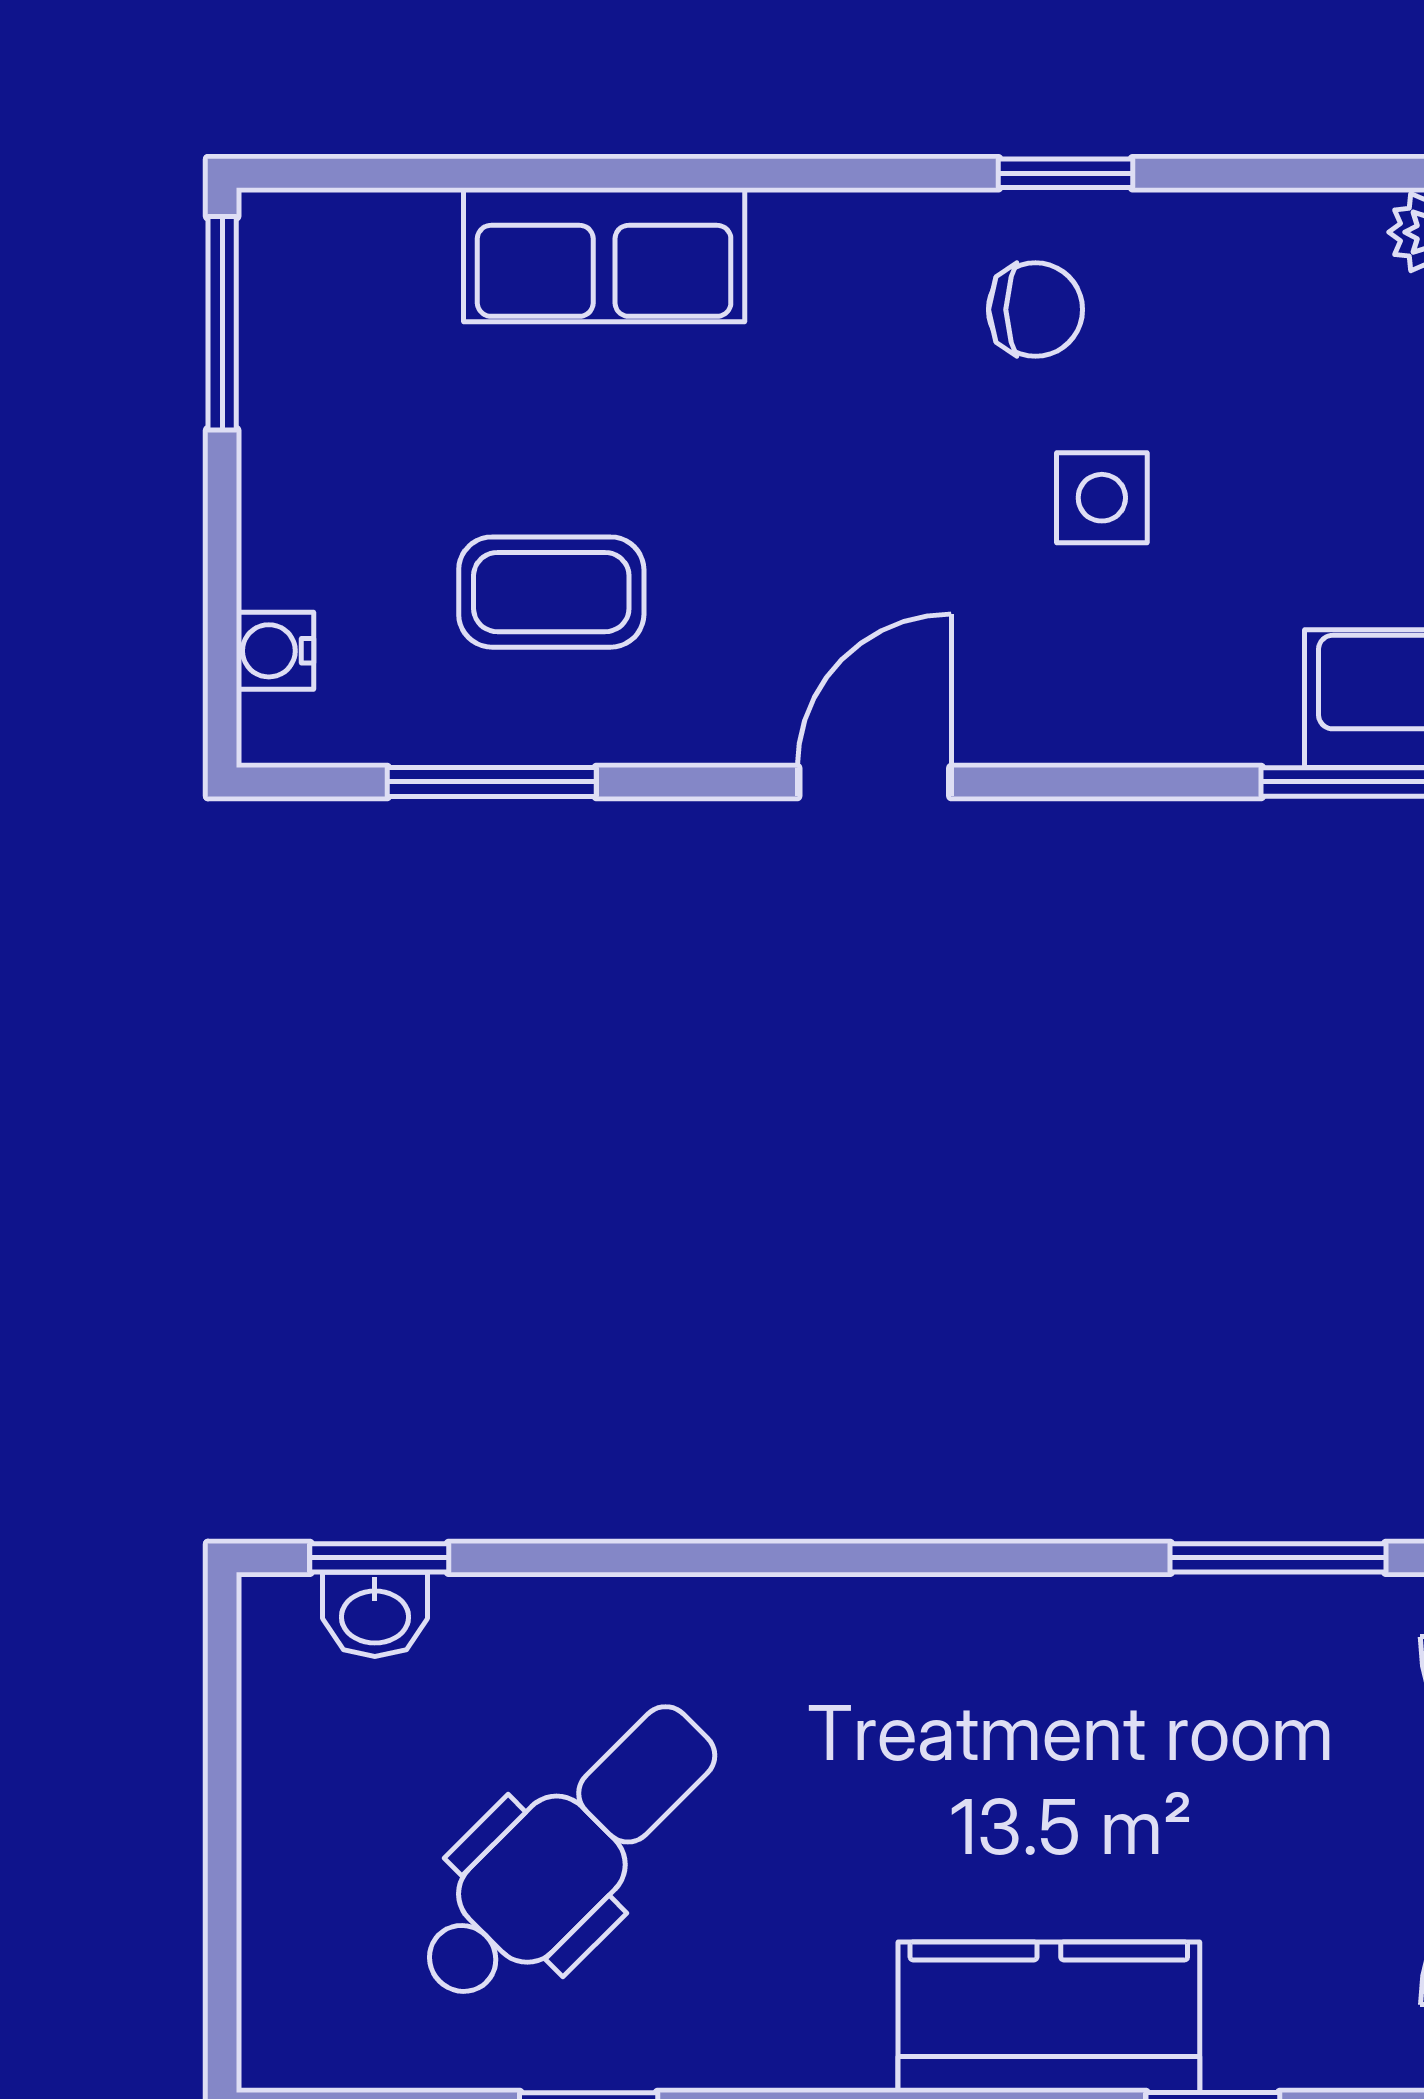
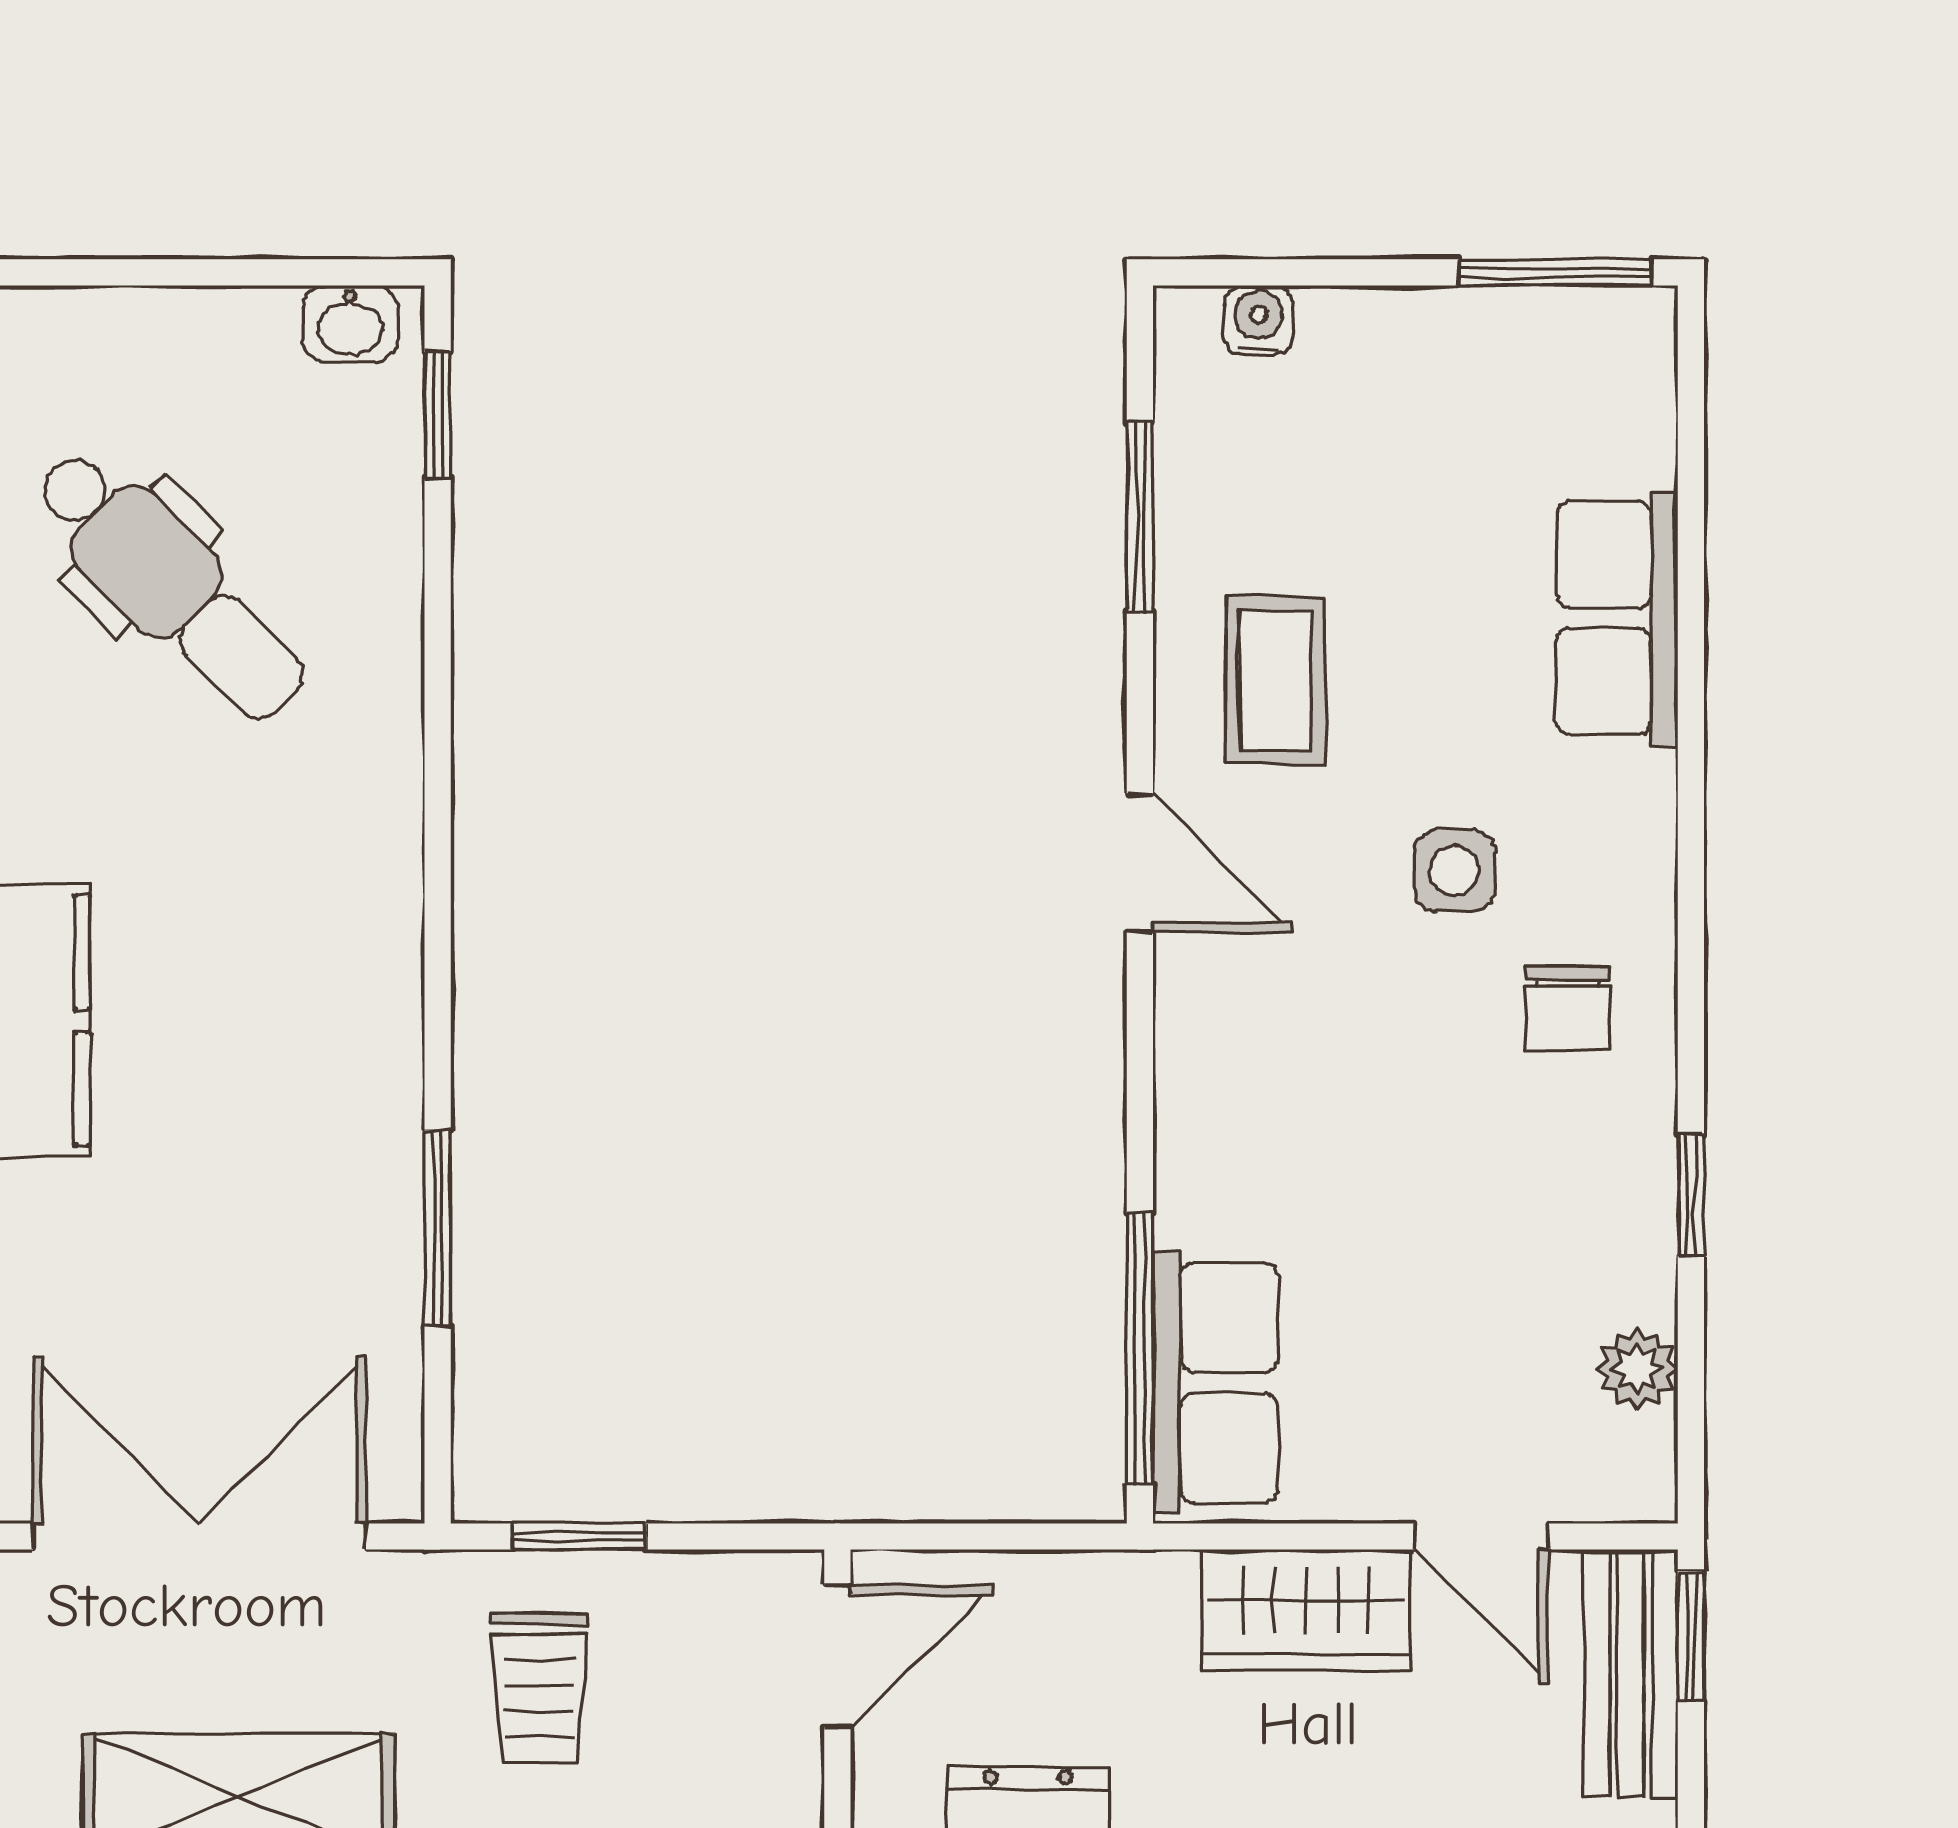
window: (1066, 173) -> (1691, 1195), moved
side table: (1102, 498) -> (1454, 871), moved
coffee table: (551, 592) -> (1275, 680), moved
washbasin: (375, 1614) -> (350, 324), moved, turned -90

